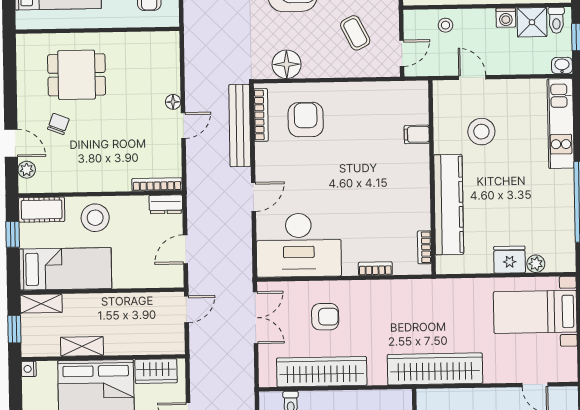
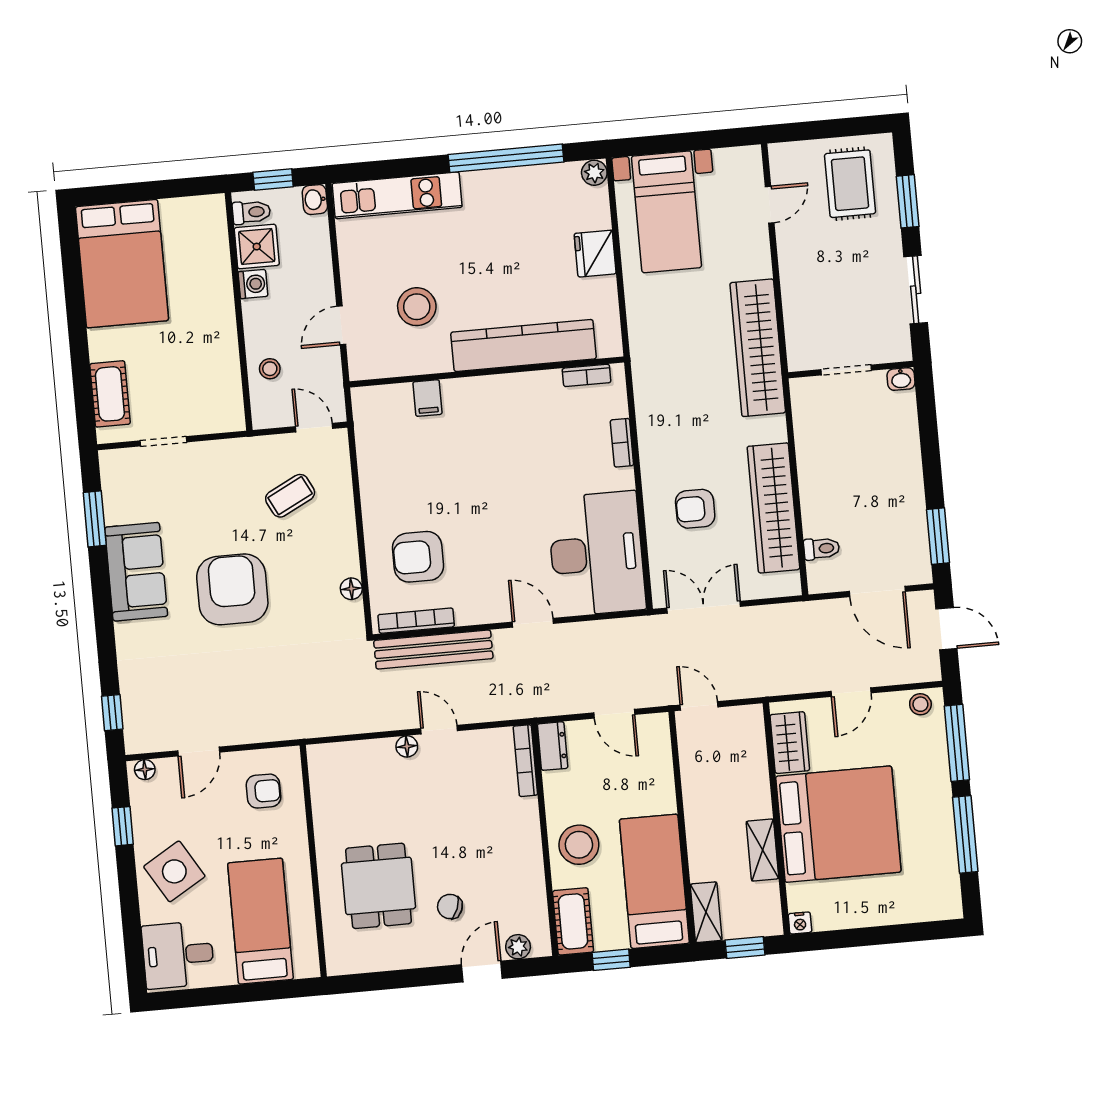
floor lamp: (287, 64) -> (351, 589), width x0.53, depth x0.53
plant: (536, 264) -> (594, 173), moved
armchair: (325, 317) -> (695, 509), turned -90

